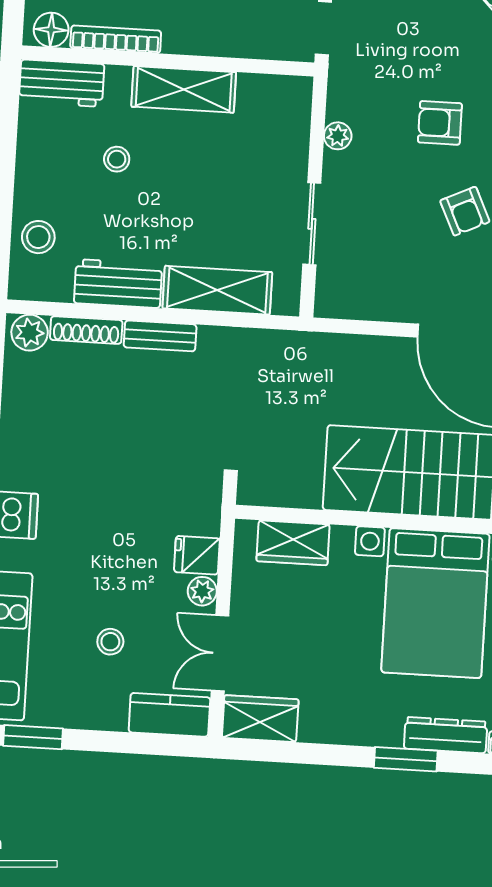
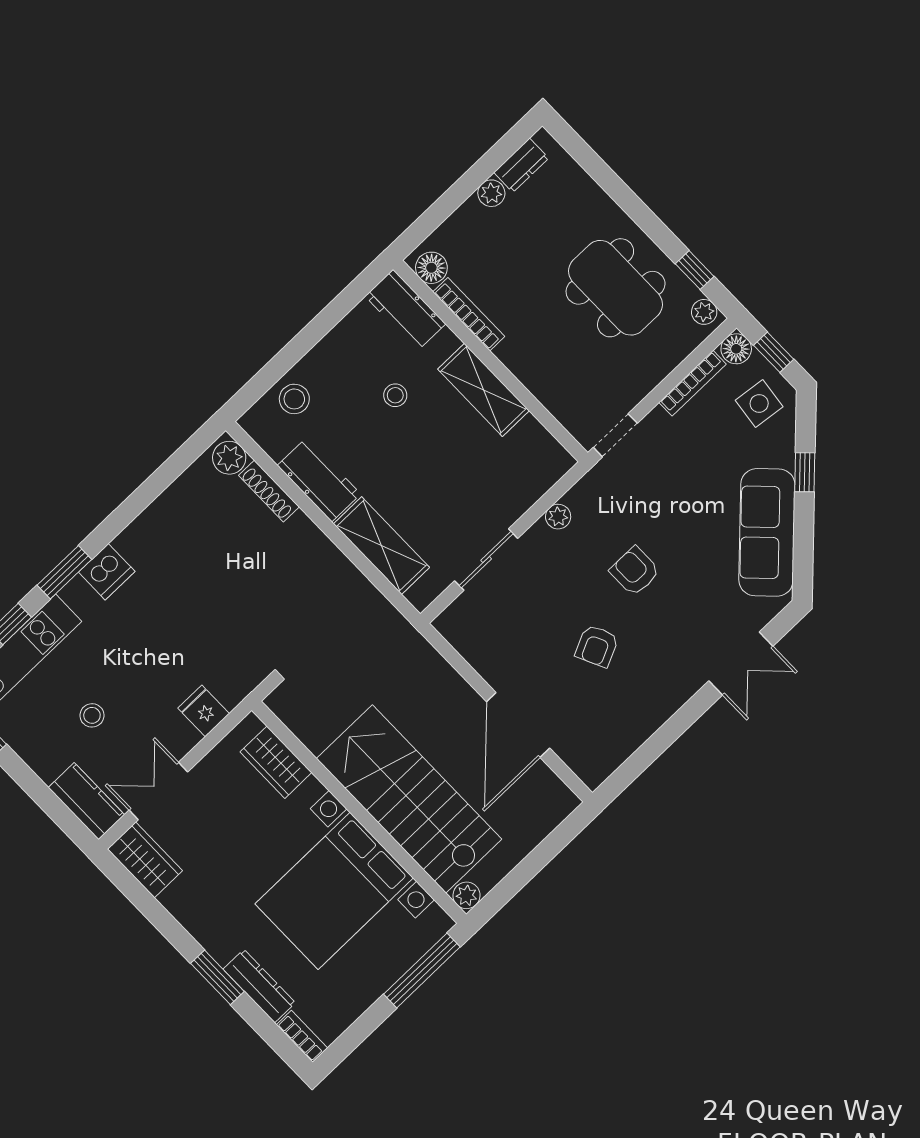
bench: (160, 336) -> (315, 541), removed
plant: (202, 591) -> (185, 738), removed

